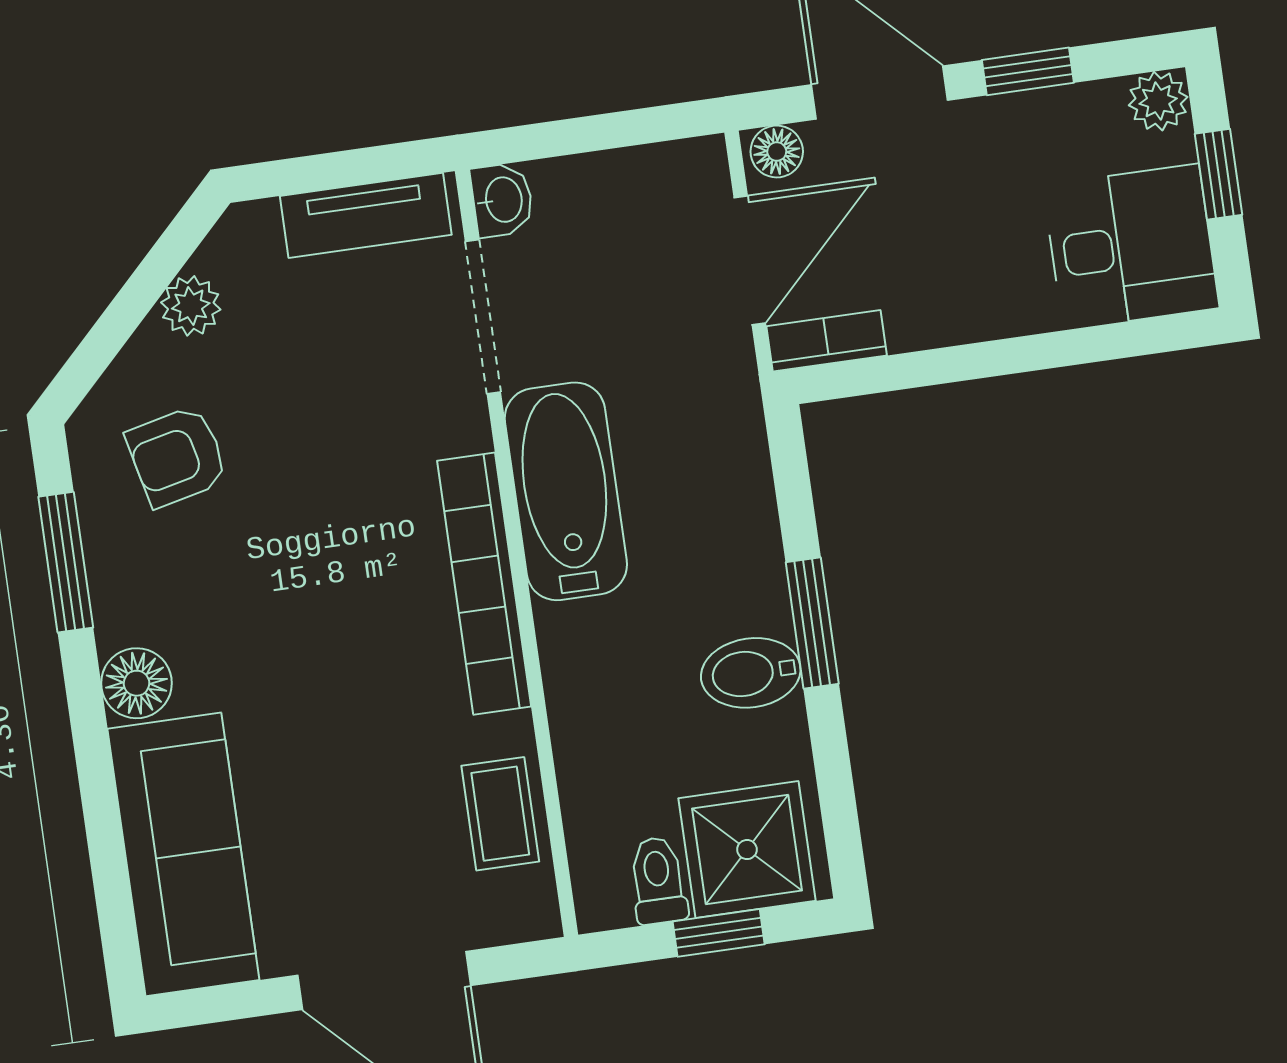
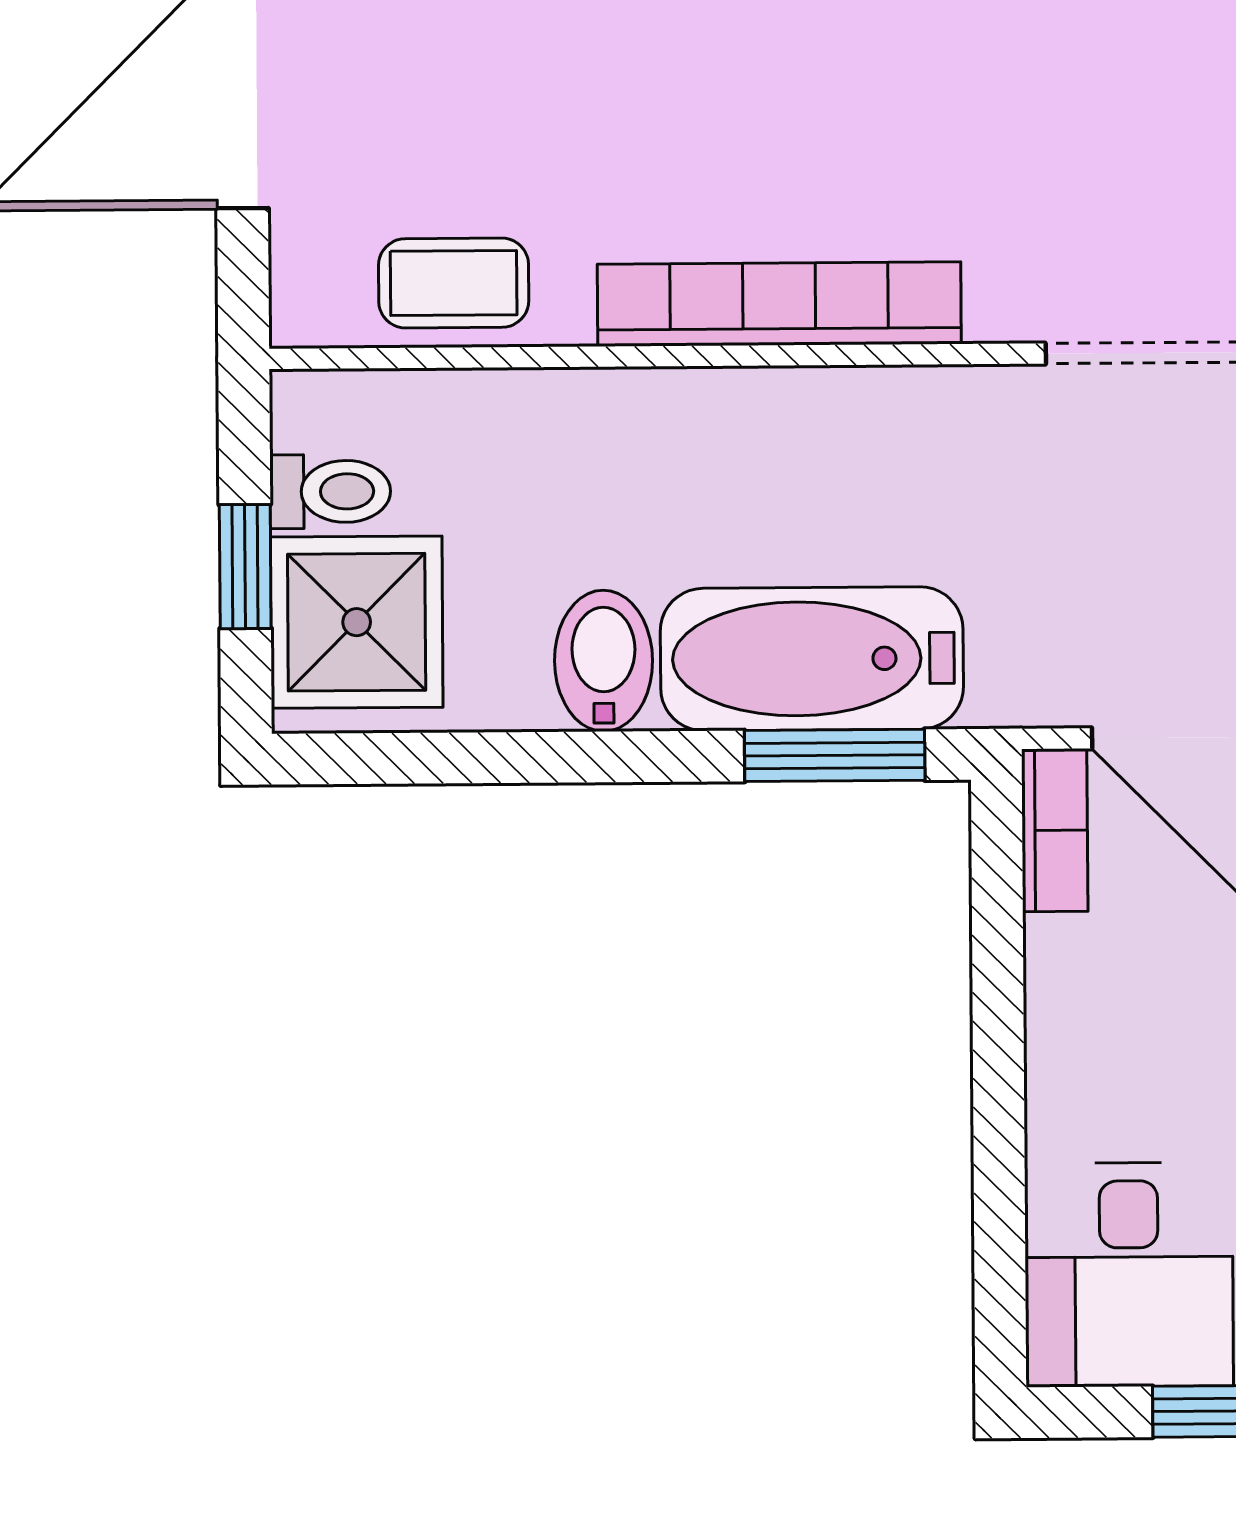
bathtub: (566, 491) -> (812, 659), moved, turned 180
window: (812, 623) -> (835, 755), moved

